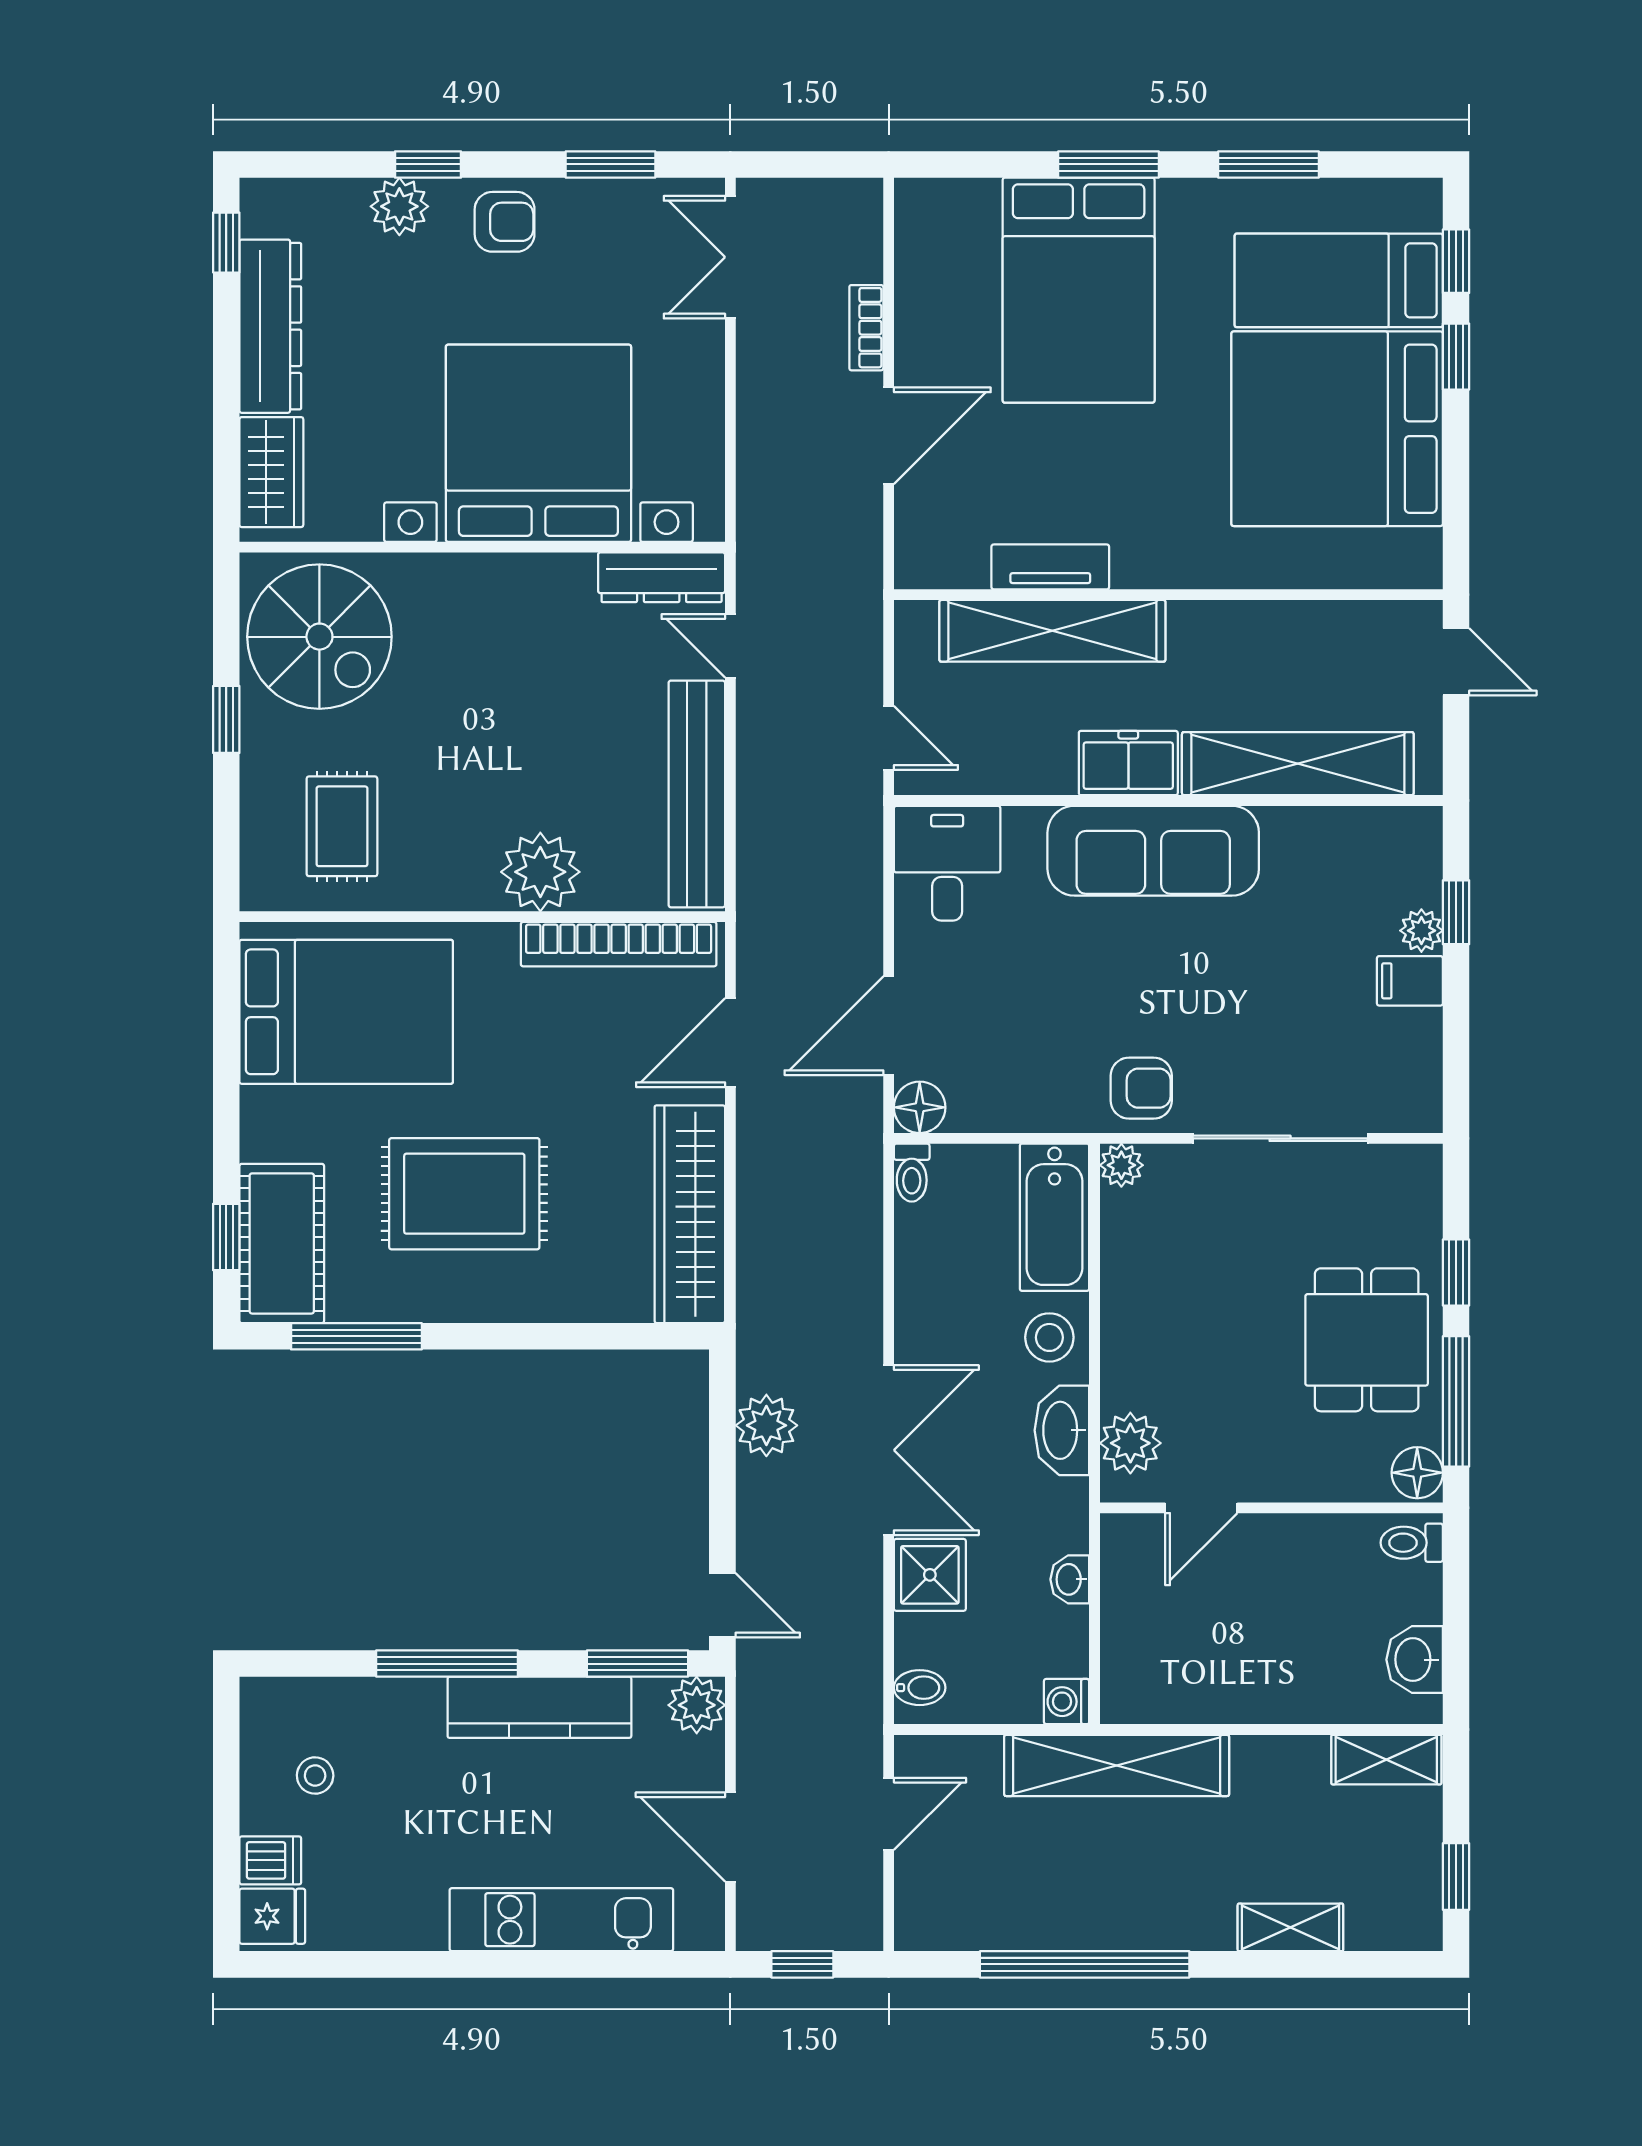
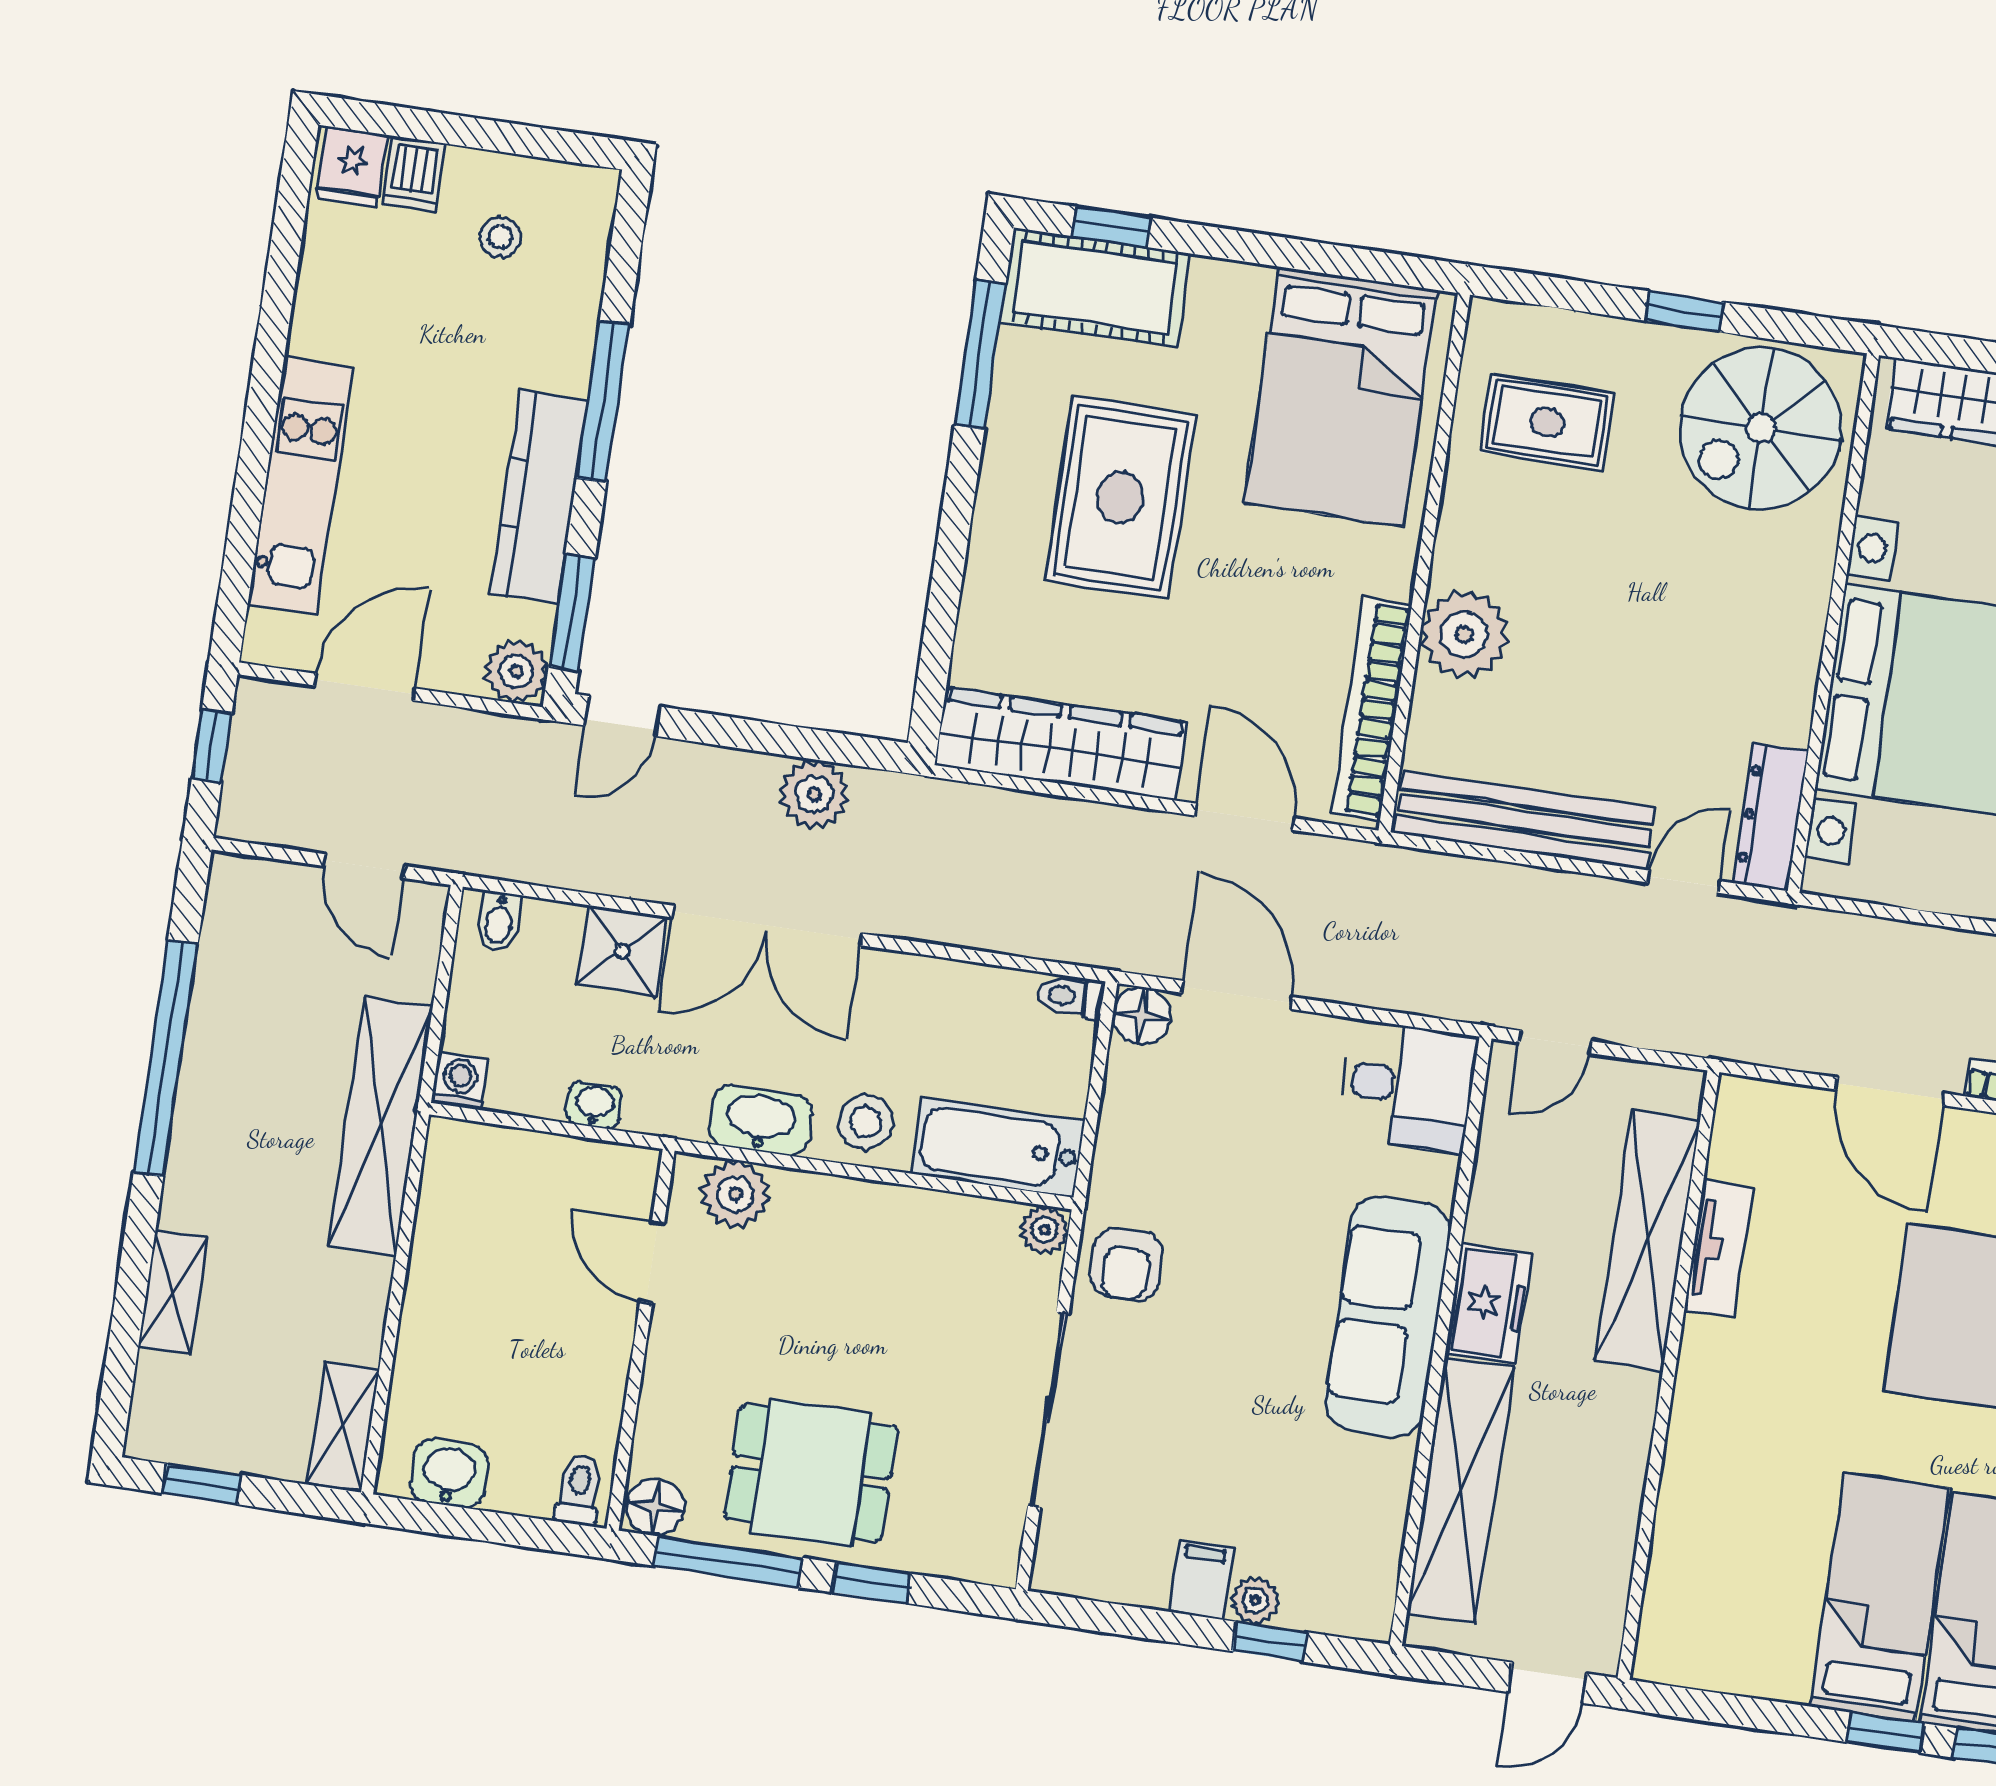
bed: (1337, 429) -> (1880, 1597), width x0.49

